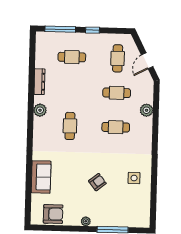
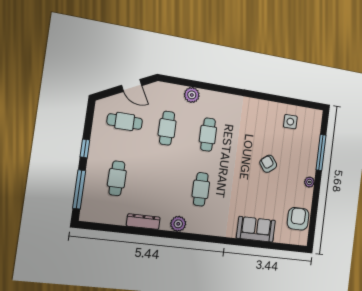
cafe table: (70, 126) -> (201, 189), turned 90
side table: (134, 178) -> (290, 122), moved

